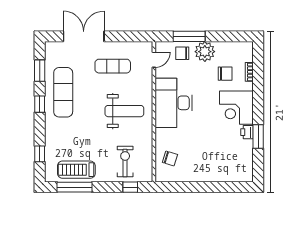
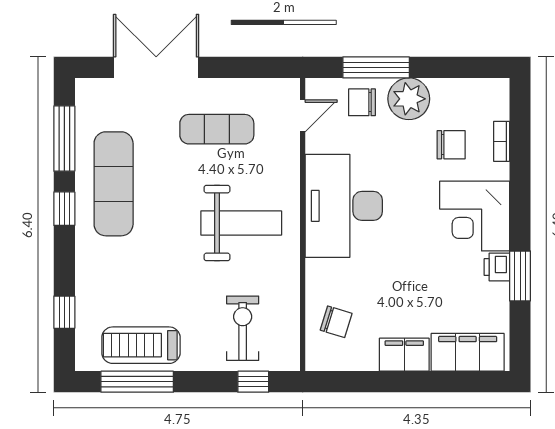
window: (40, 71) -> (64, 139), width x1.44
filing cabinet: (233, 173) -> (468, 352), added
filing cabinet: (203, 174) -> (404, 355), added

